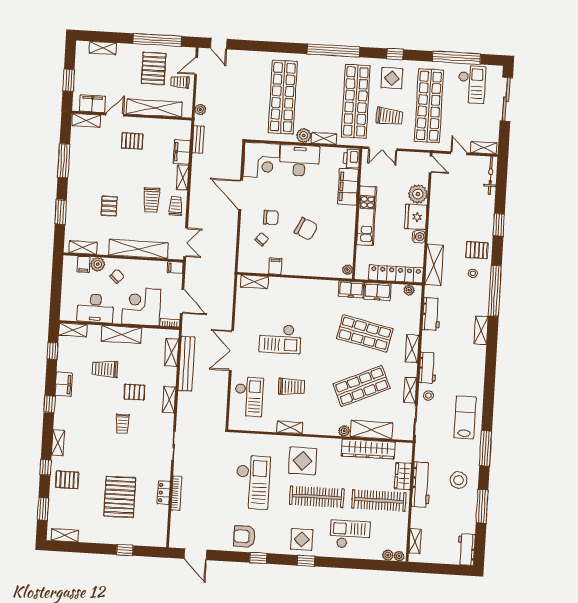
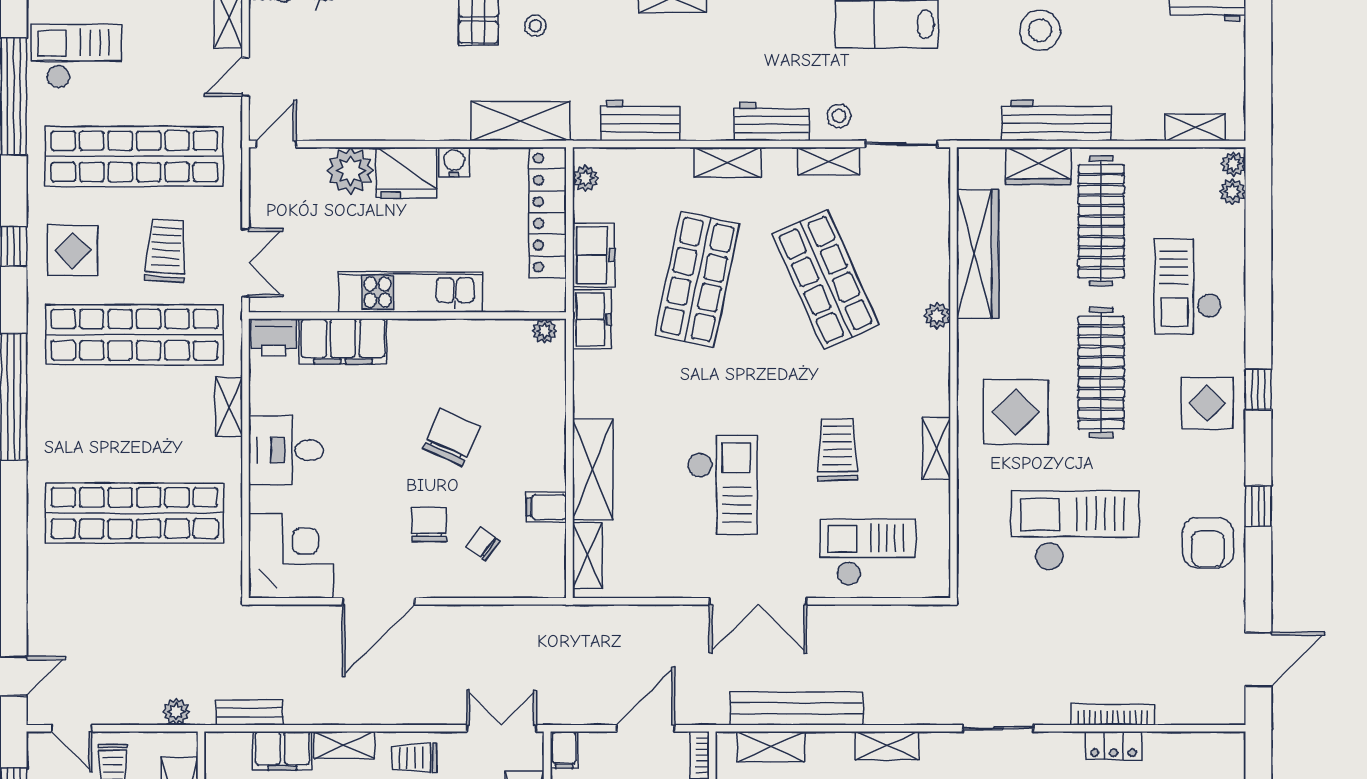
plant: (304, 135) -> (225, 457), removed
desk: (300, 160) -> (286, 450), width x0.73
shelving: (371, 430) -> (593, 469), moved

